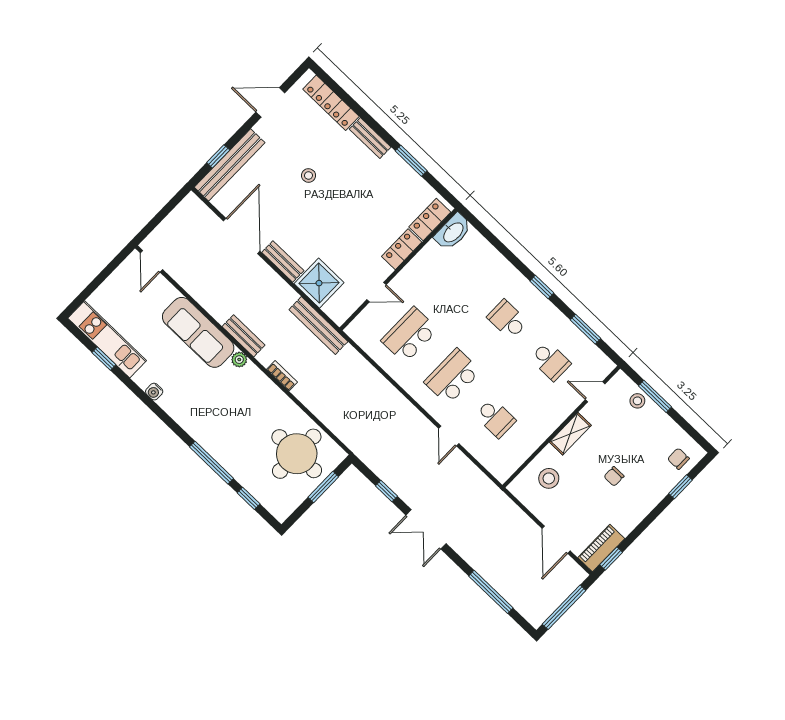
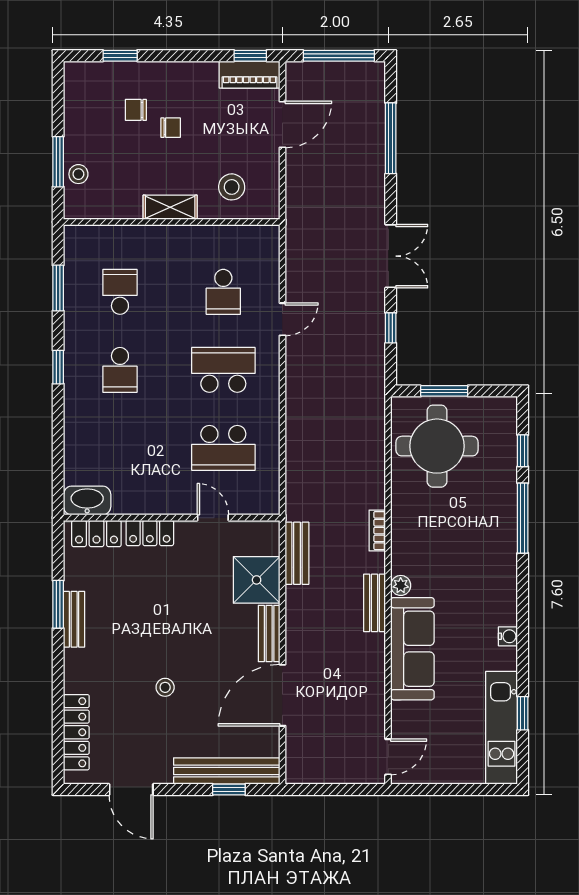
bench: (370, 138) -> (74, 619), moved
bench: (318, 326) -> (297, 553), width x0.73
school desk: (452, 377) -> (223, 370), turned 180
door: (595, 392) -> (108, 222), removed
school desk: (495, 418) -> (223, 292), turned 180
chair: (678, 459) -> (136, 110), moved, turned 90

